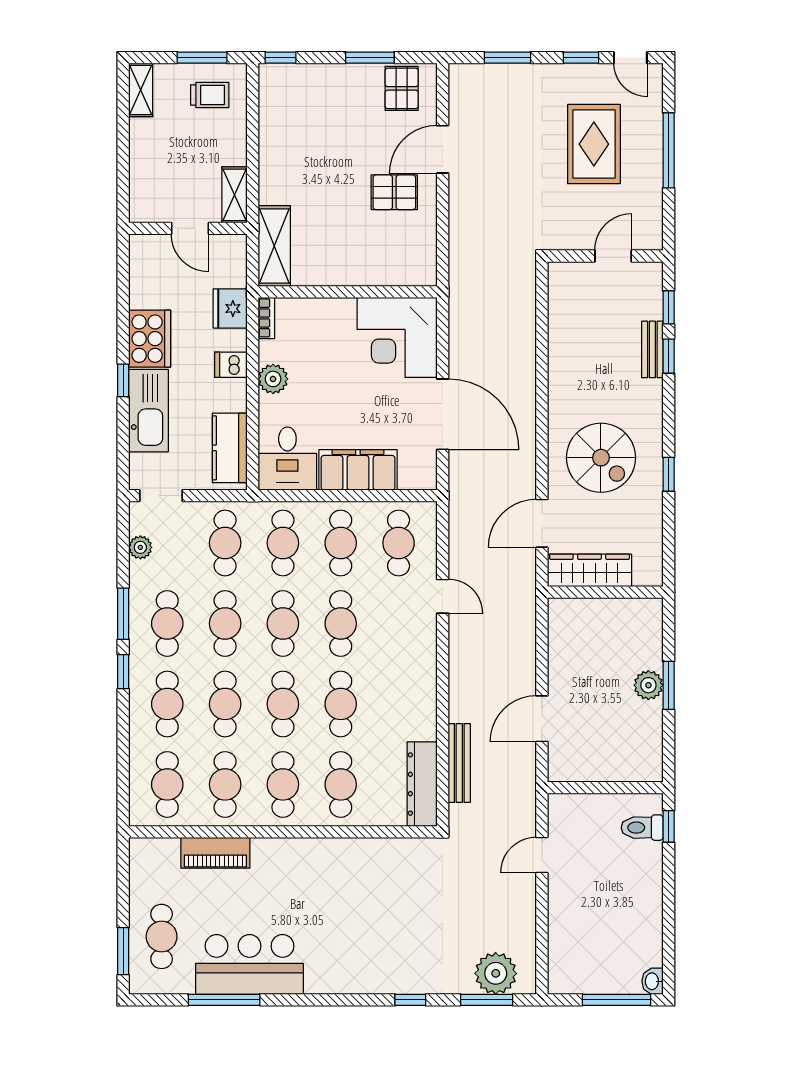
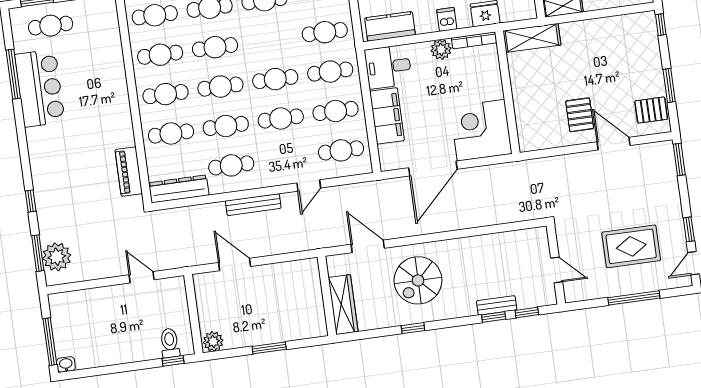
window: (508, 58) -> (679, 159), moved
bookcase: (266, 318) -> (474, 40), width x1.56
wardrobe: (589, 570) -> (343, 305), moved
cafe table: (225, 623) -> (231, 165), moved
plant: (648, 685) -> (213, 341), moved
bench: (459, 763) -> (253, 205), moved
piano: (215, 853) -> (129, 172), moved

